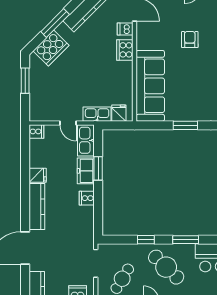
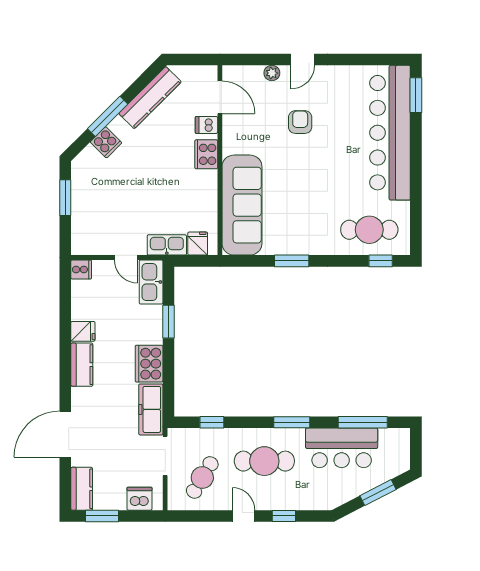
armchair: (190, 40) -> (300, 122), moved
cooker: (51, 48) -> (106, 142), width x0.53, depth x0.76
freezer: (86, 171) -> (151, 409), moved, width x1.40
cooker: (87, 198) -> (149, 364), width x1.87, depth x1.31
kitchen counter: (37, 207) -> (82, 365), width x0.67
window: (146, 240) -> (212, 422), moved
cafe table: (166, 267) -> (264, 461), turned -44

